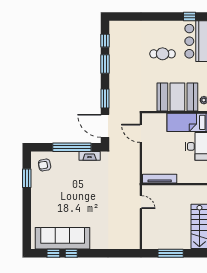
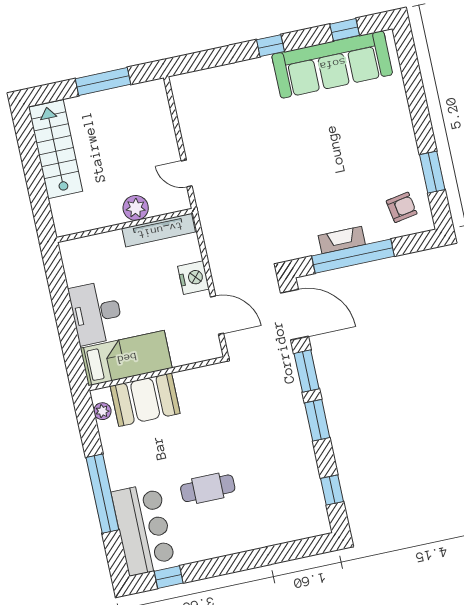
window: (105, 64) -> (317, 420), moved
booth: (177, 97) -> (145, 400), width x0.73, depth x0.70
nightstand: (148, 153) -> (193, 278), added
fireplace: (90, 156) -> (342, 240), moved
plant: (168, 191) -> (136, 208), added
window: (71, 253) -> (270, 46), moved

